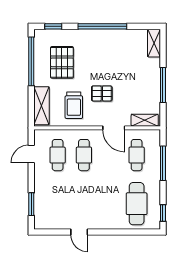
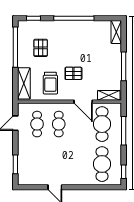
pallet: (62, 62) -> (41, 48), width x0.67, depth x0.71
cafe table: (137, 155) -> (102, 124), width x1.37, depth x1.35

